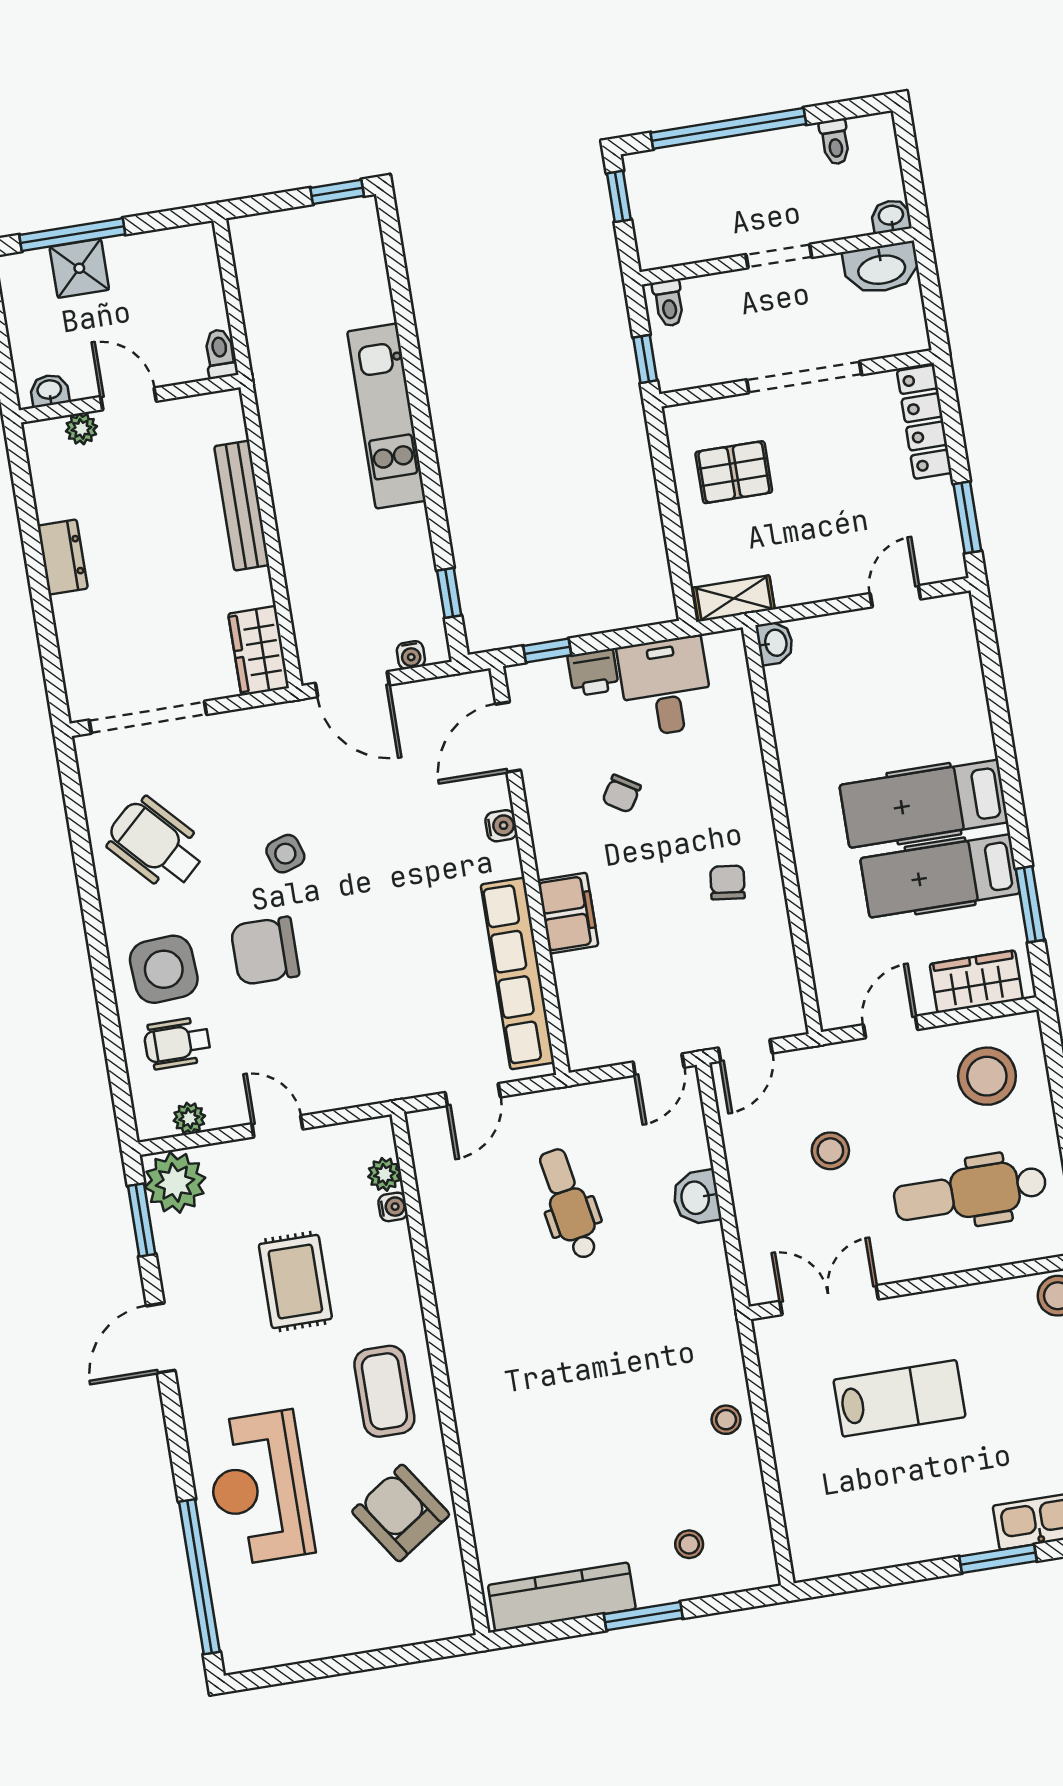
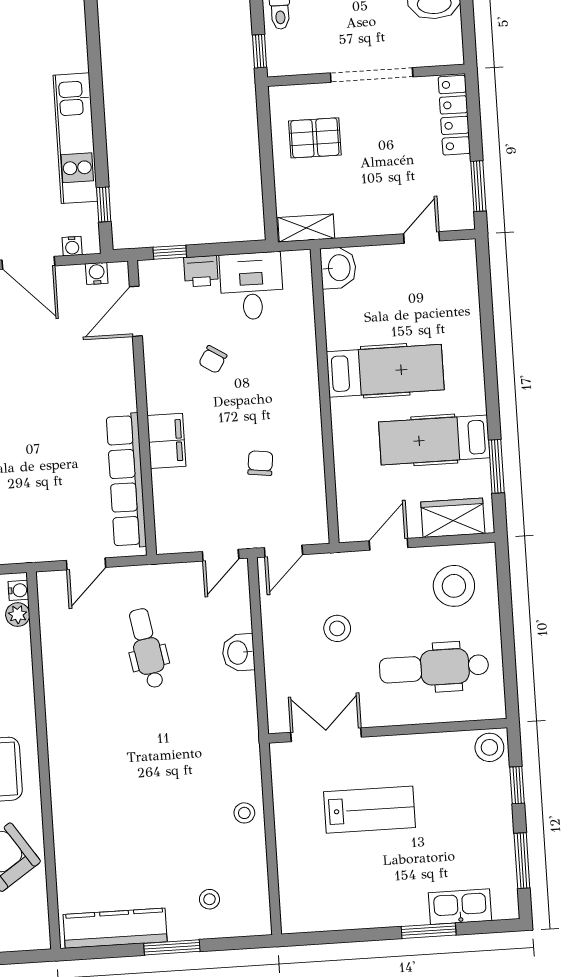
kitchen unit: (387, 416) -> (75, 138), moved
washbasin: (775, 643) -> (338, 268), width x1.38, depth x1.45
hospital bed: (924, 804) -> (385, 371), moved, turned 180
water cooler: (501, 826) -> (97, 273), moved, turned -90
chair: (728, 882) -> (260, 463), moved
water cooler: (393, 1207) -> (18, 590), moved

